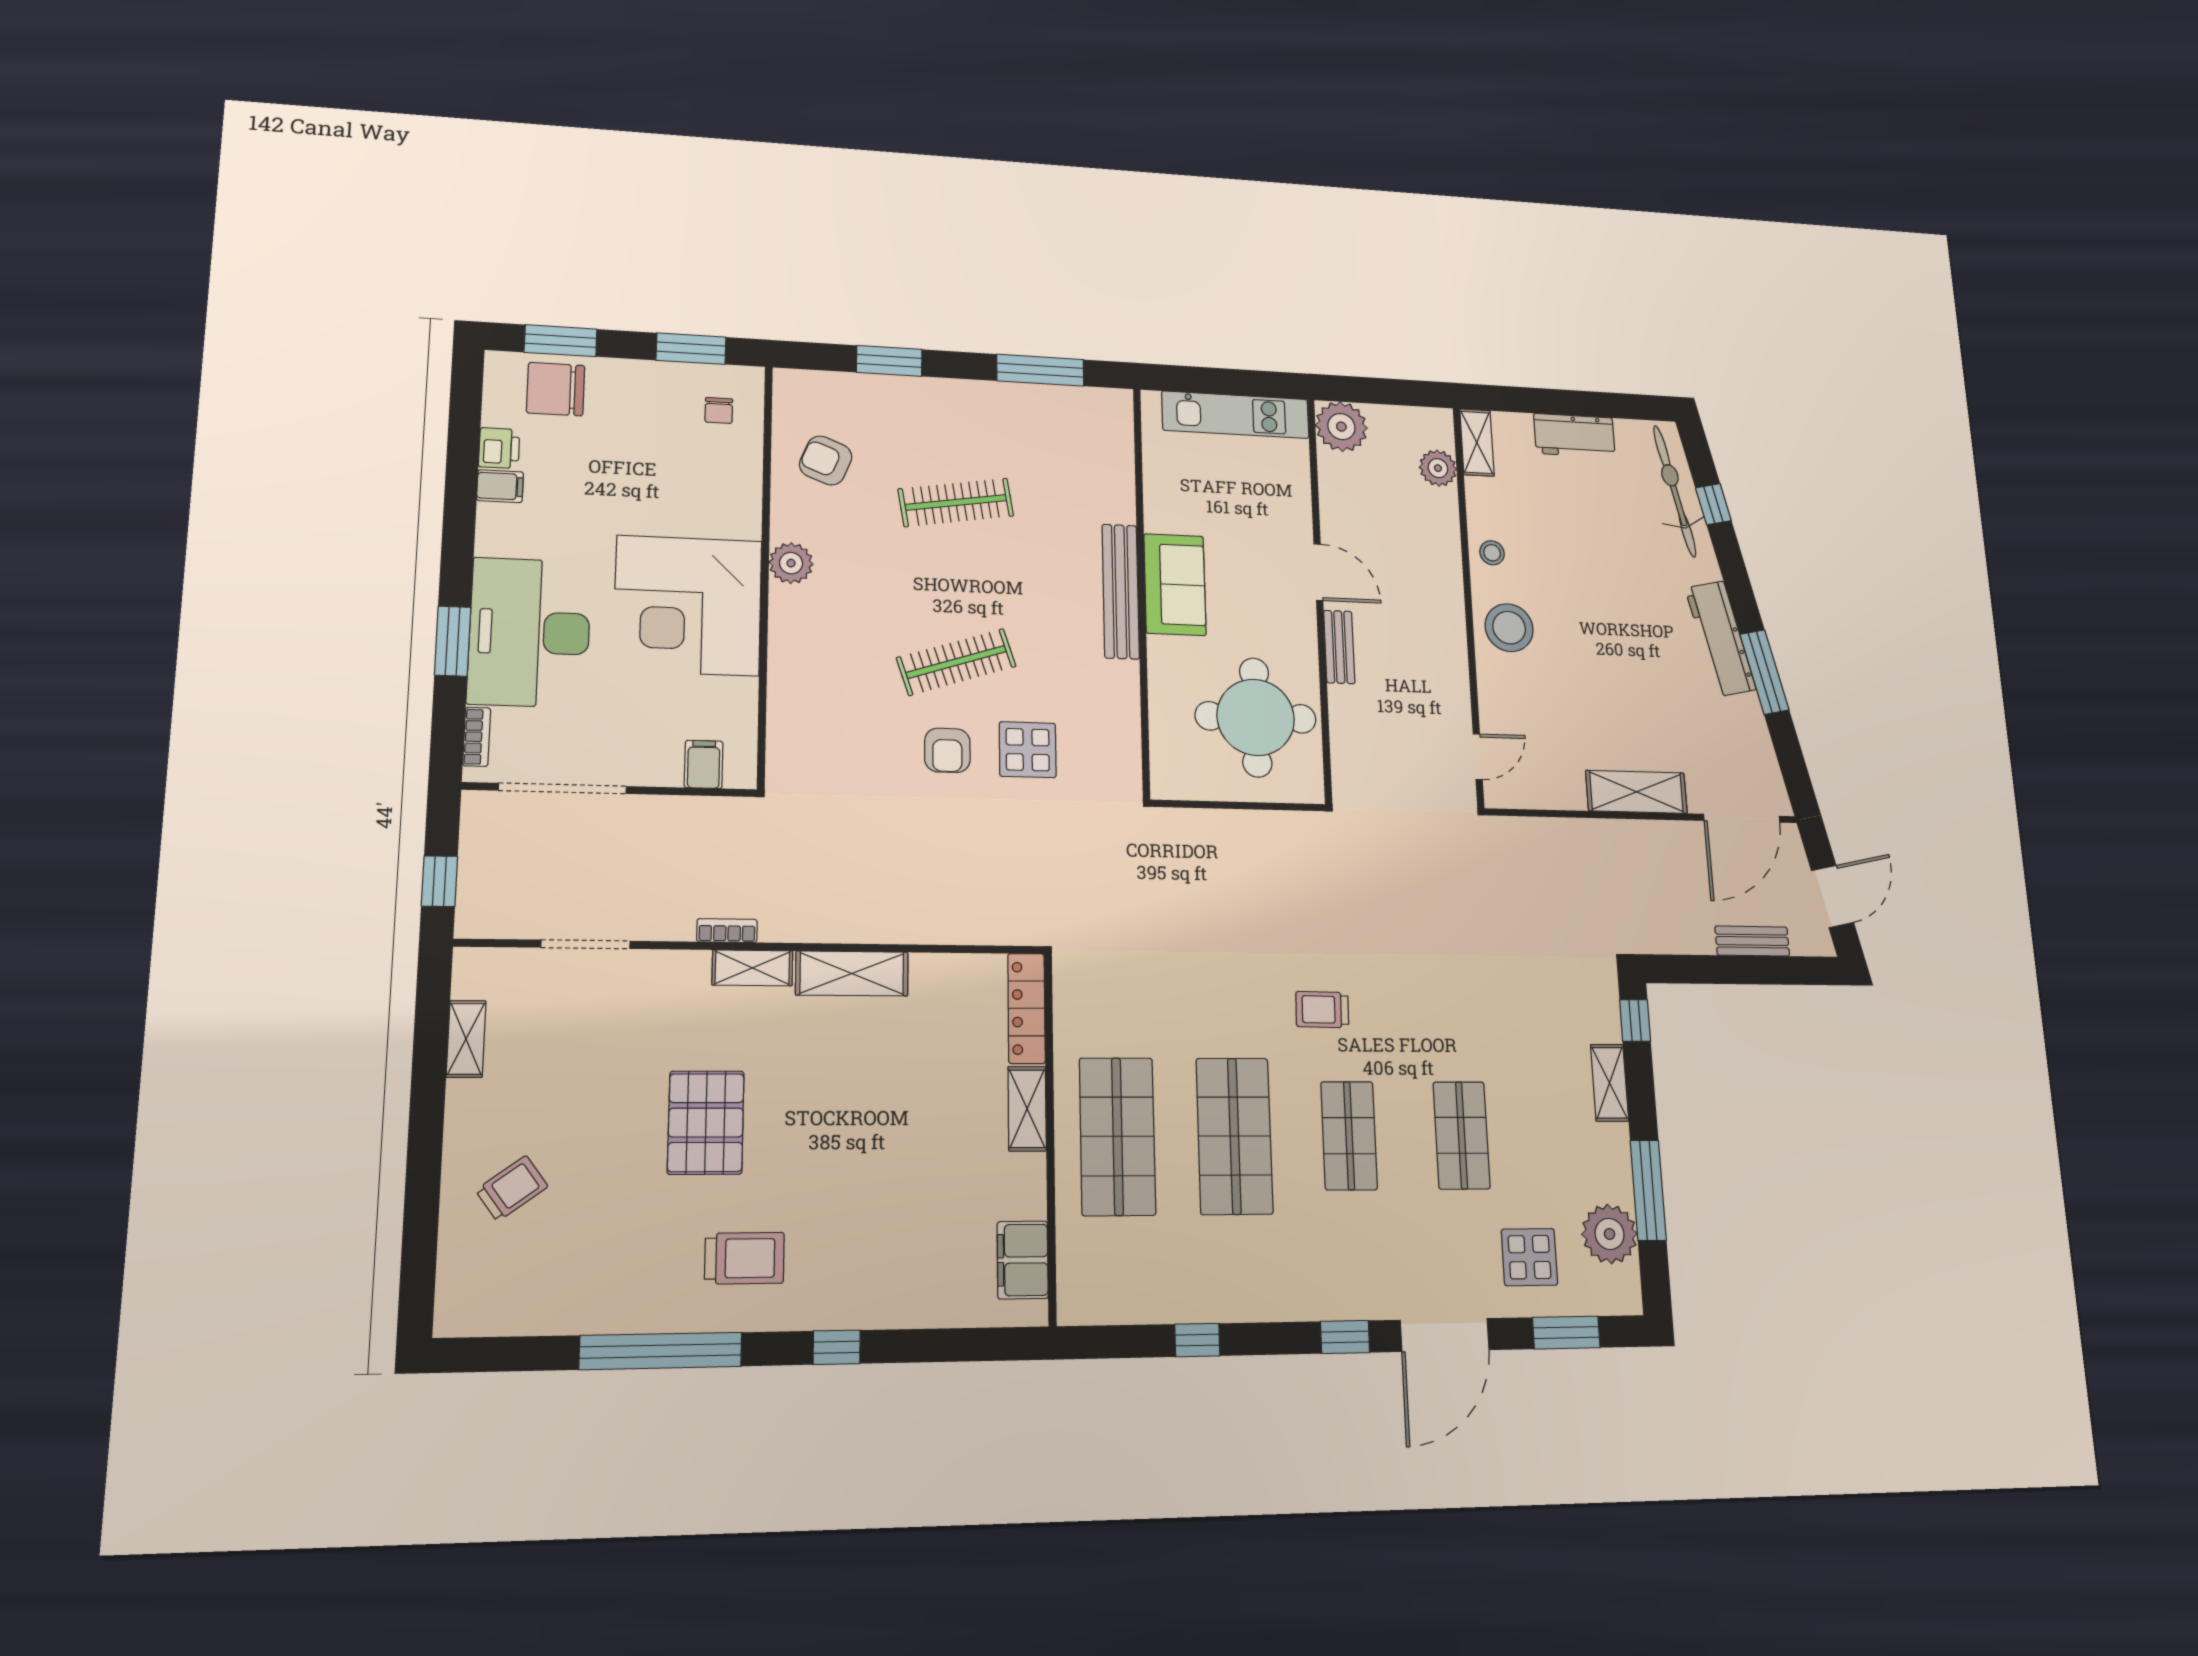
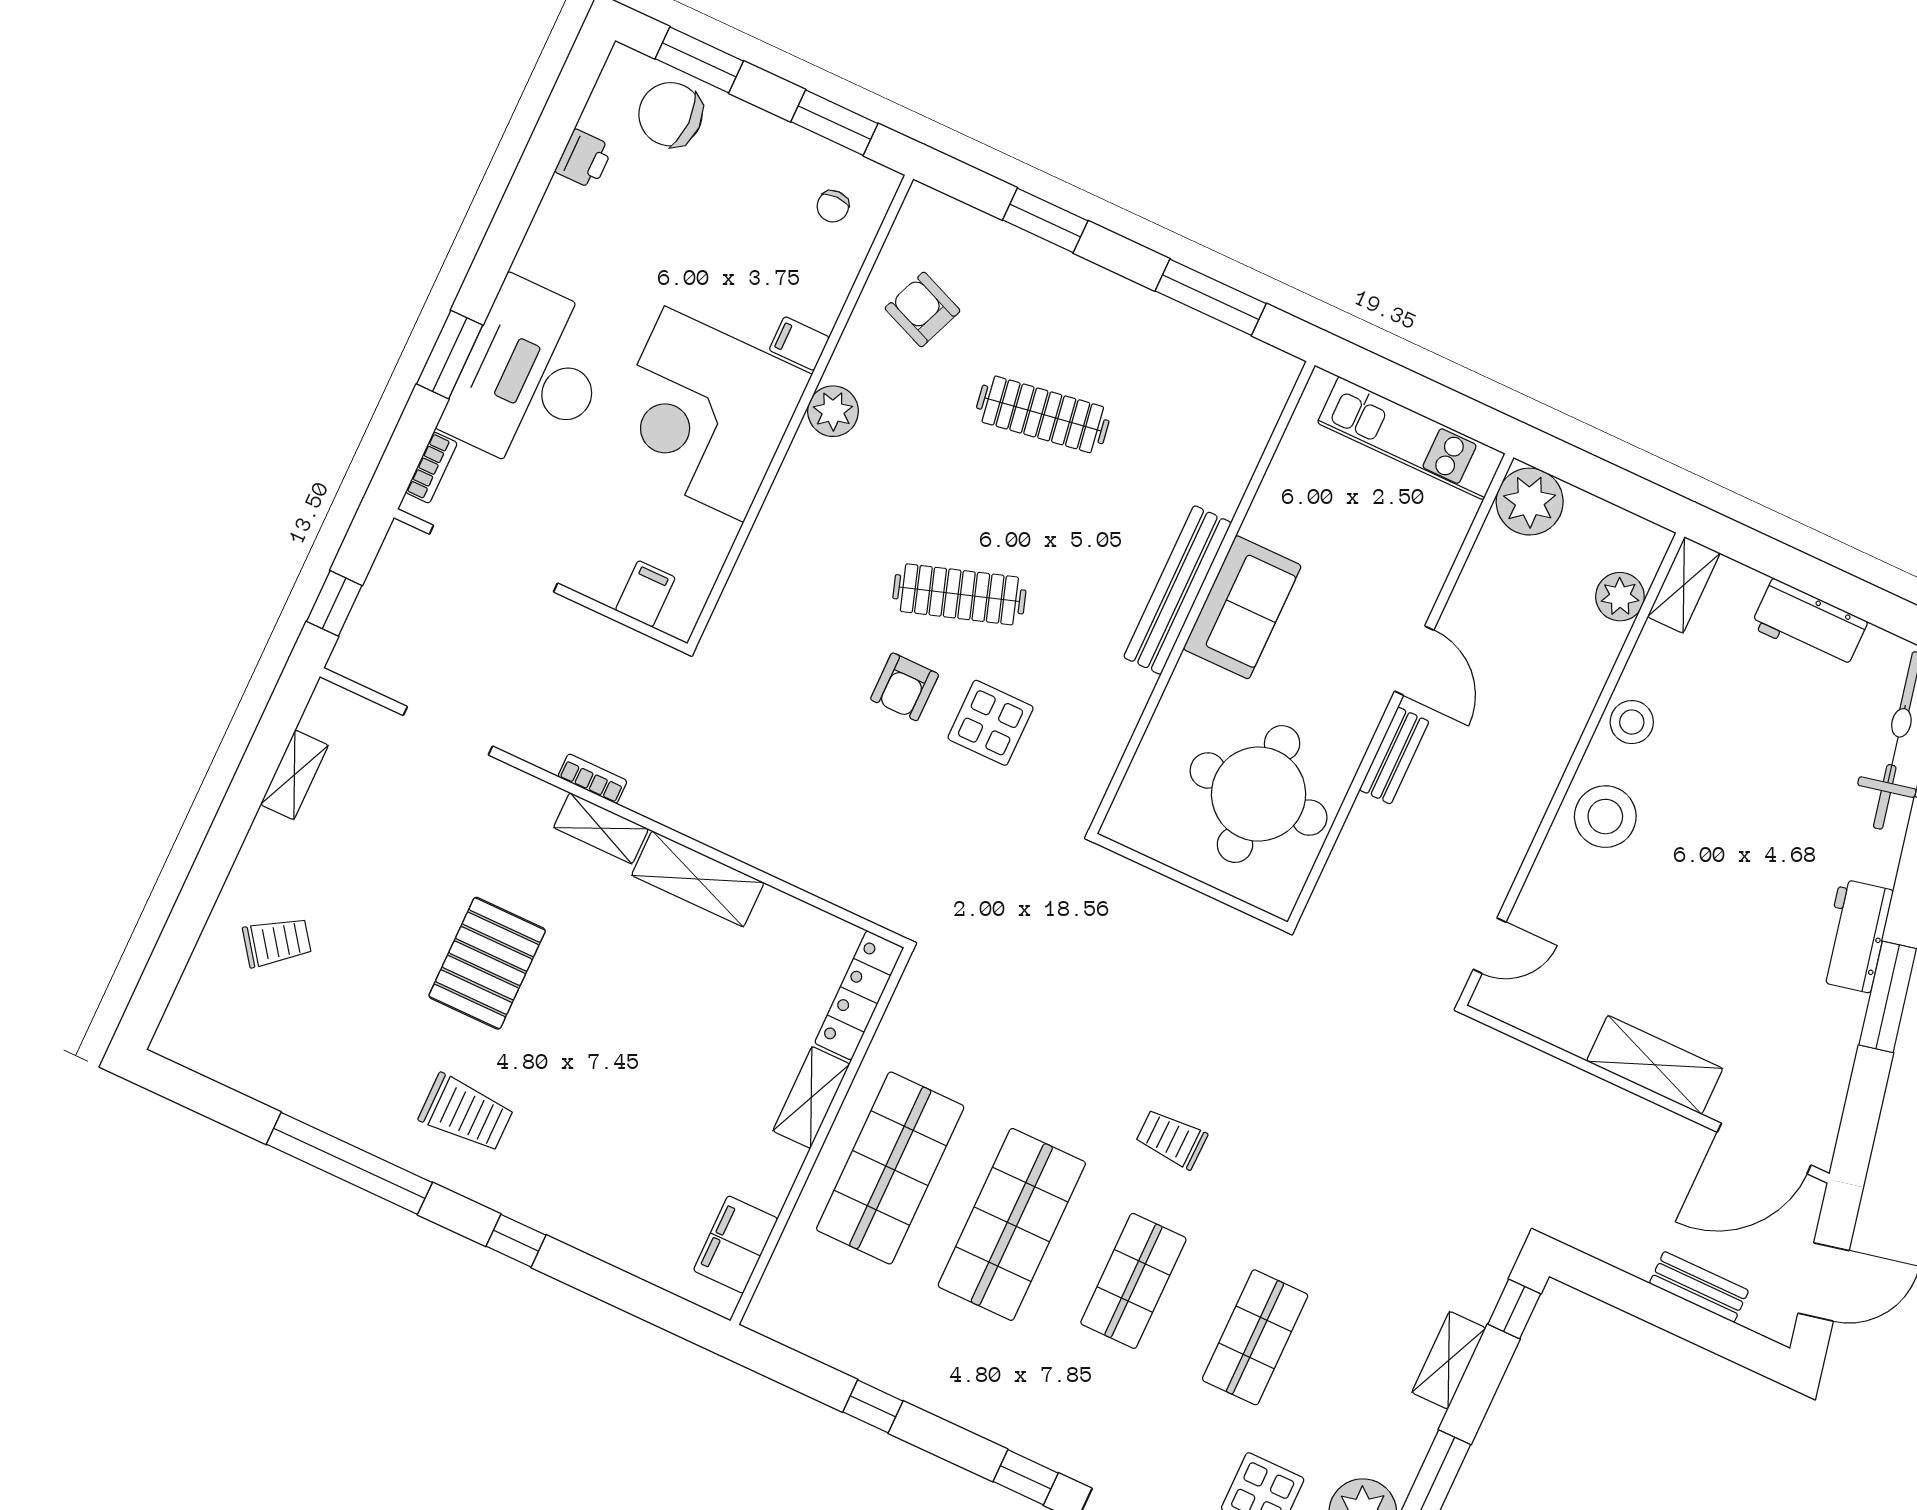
filing cabinet: (500, 486) -> (799, 344), moved, turned 180
stool: (1492, 553) -> (1632, 722), width x1.37, depth x1.37
workbench: (1720, 639) -> (1855, 936), width x0.73

